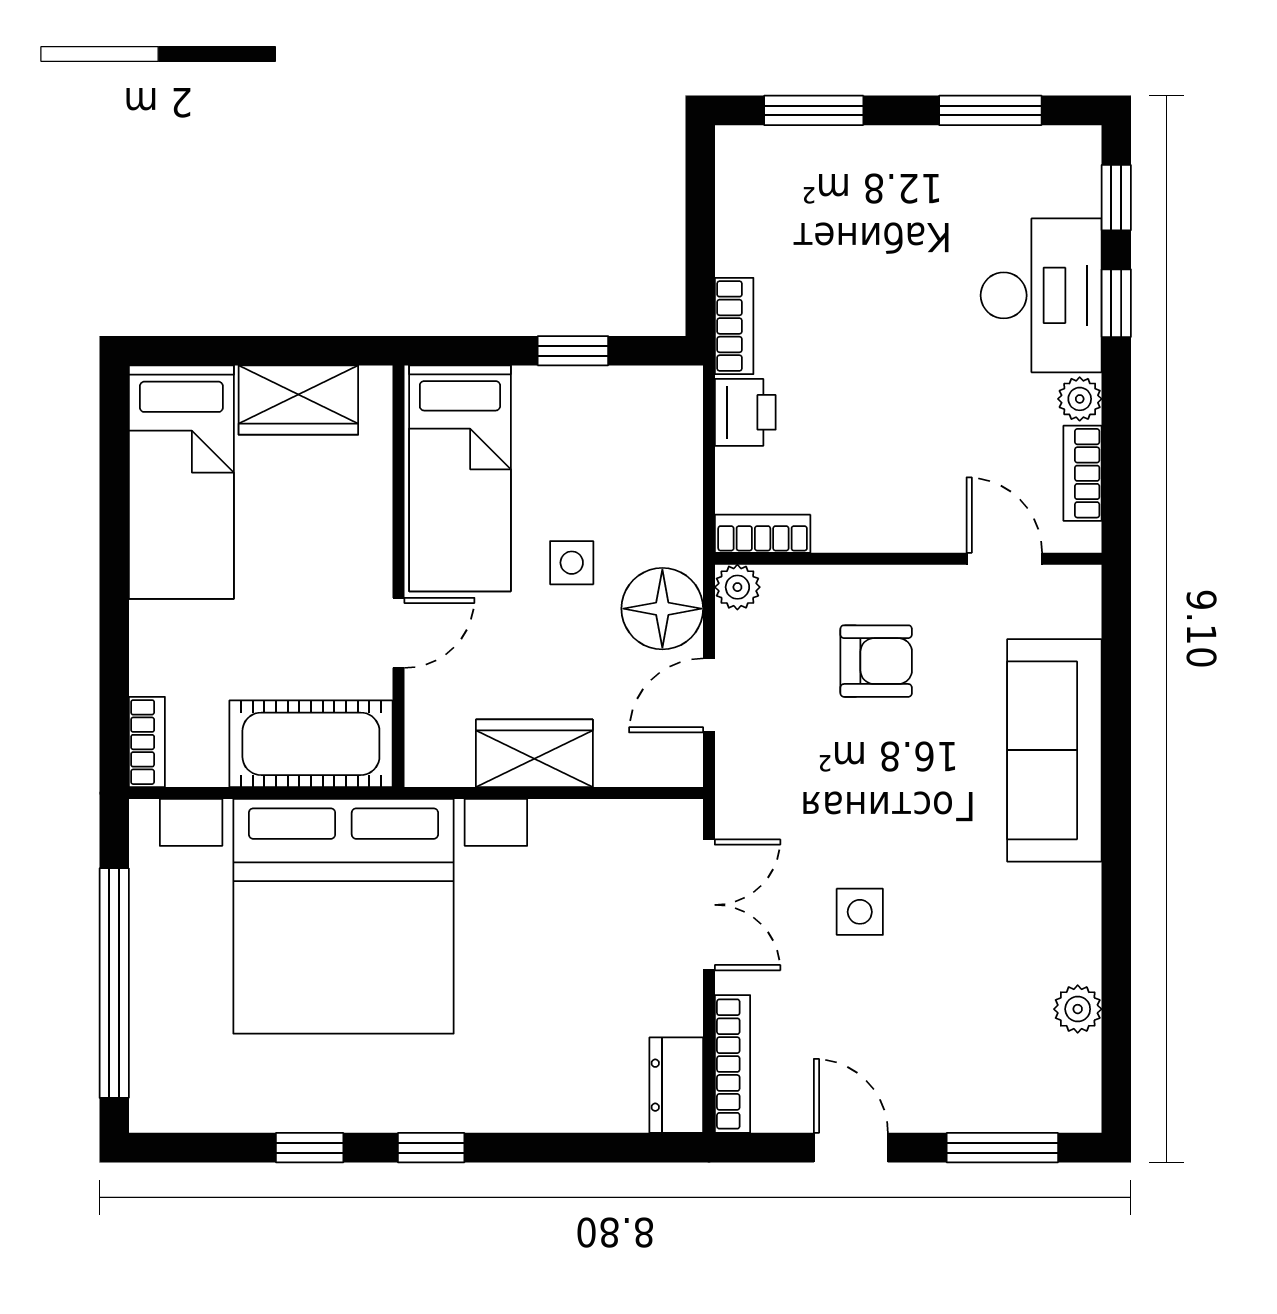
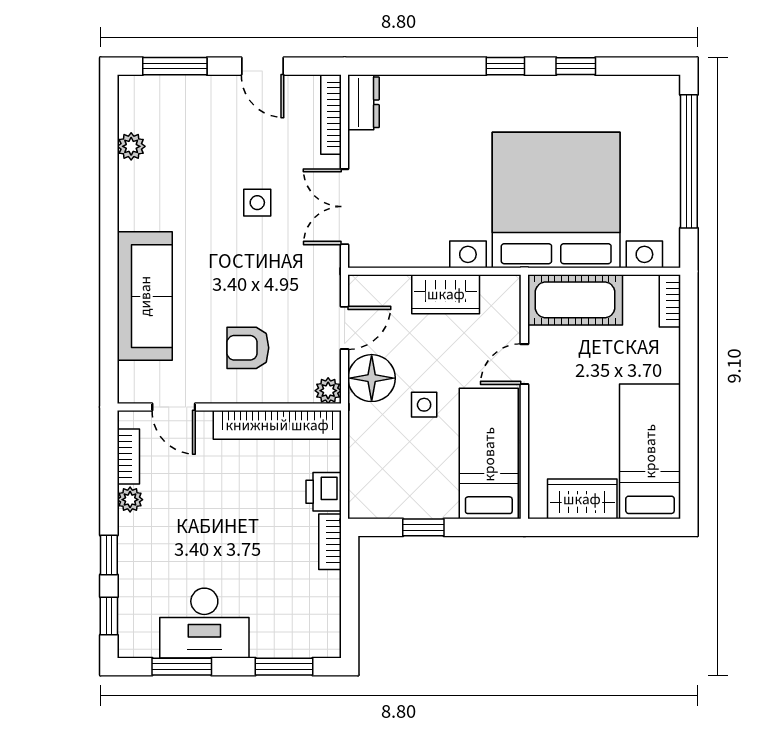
desk: (1041, 295) -> (204, 623), moved, turned -90
bookcase: (763, 534) -> (277, 425), width x2.31, depth x1.31

